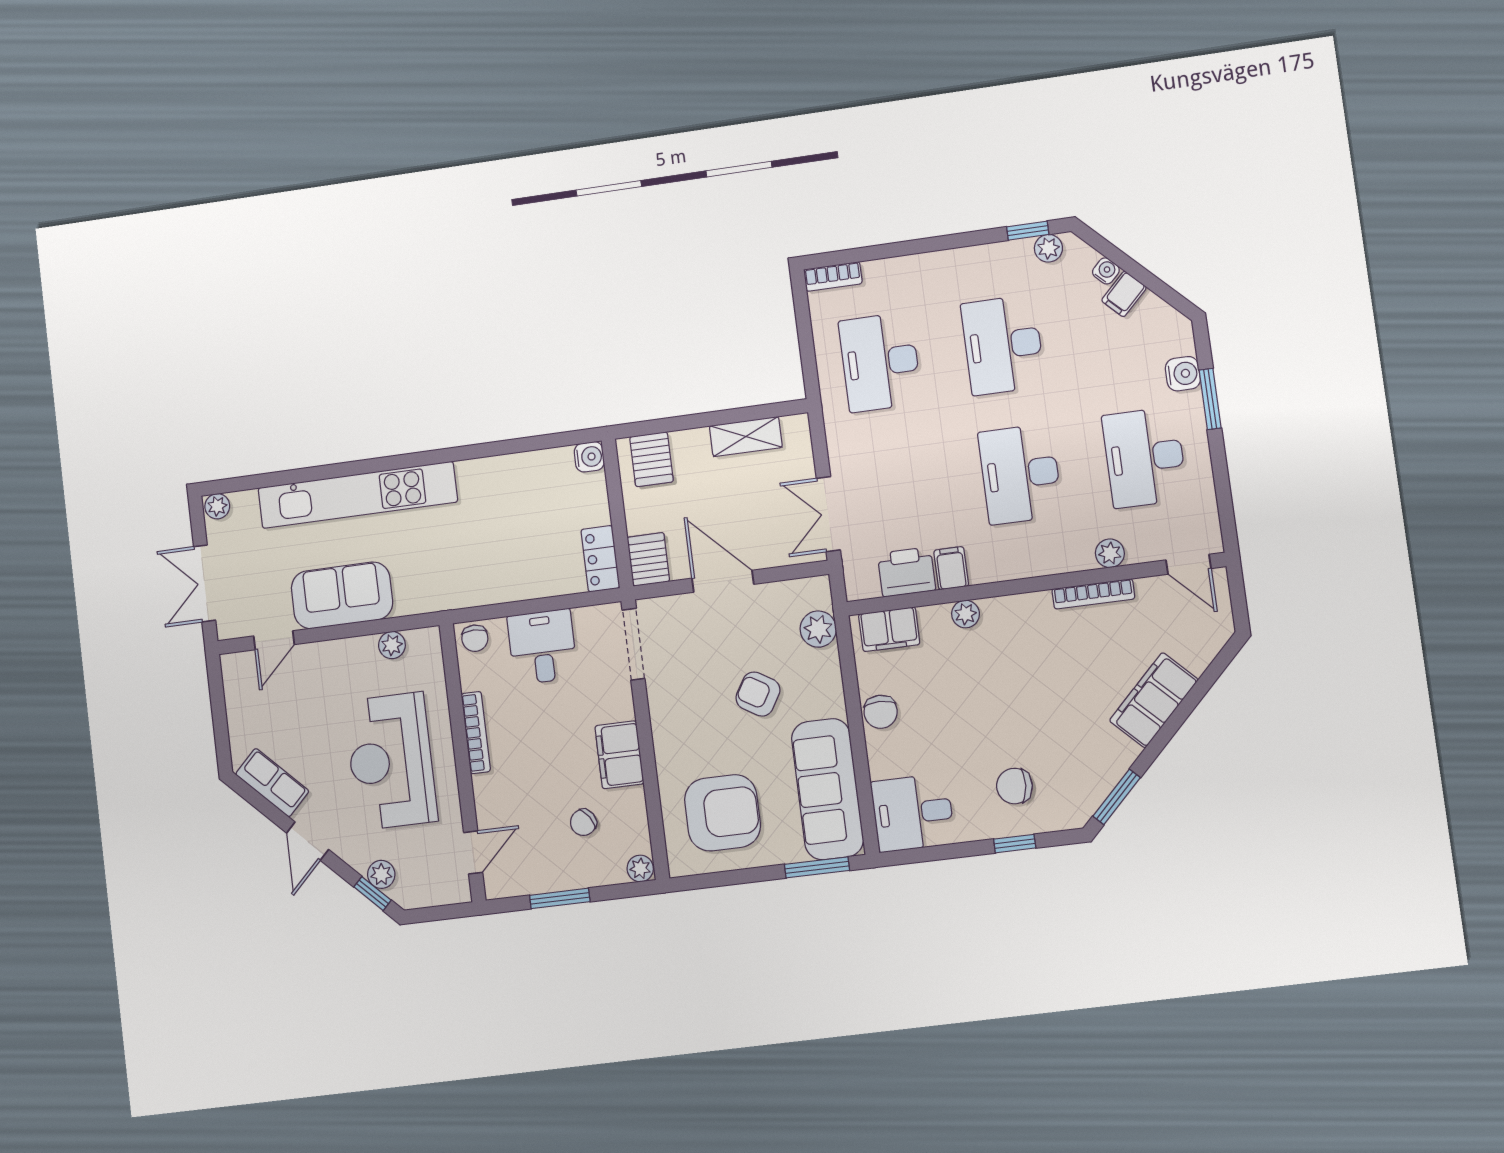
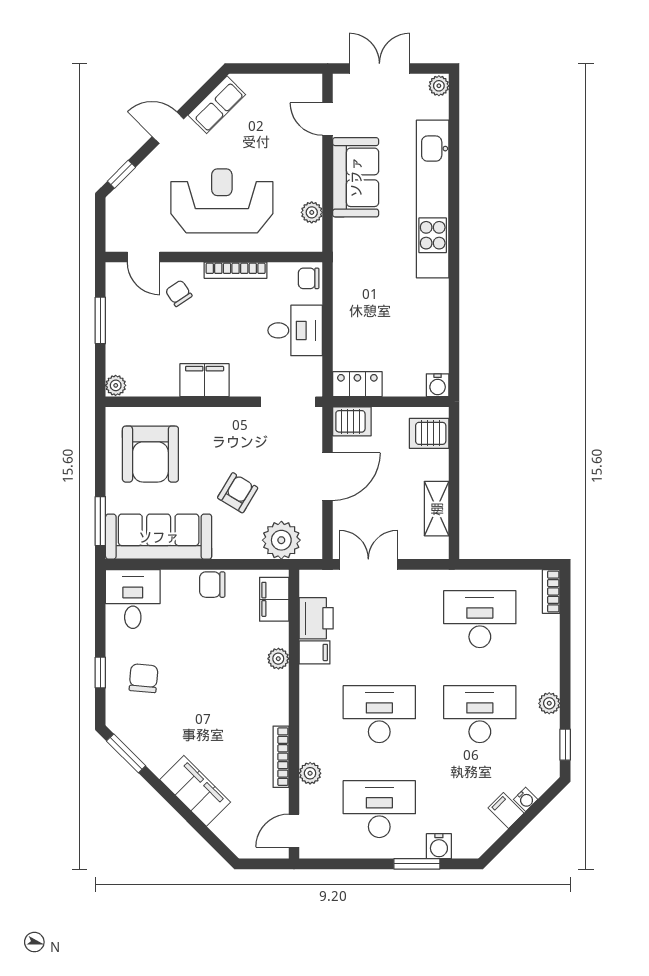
plant: (1048, 248) -> (549, 703), moved
plant: (818, 629) -> (281, 540), width x1.36, depth x1.36
chair: (583, 822) -> (179, 293), moved
plant: (381, 874) -> (135, 183), removed

